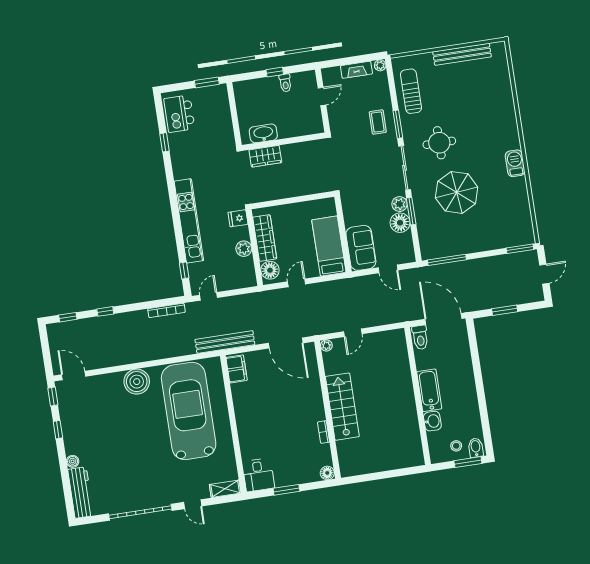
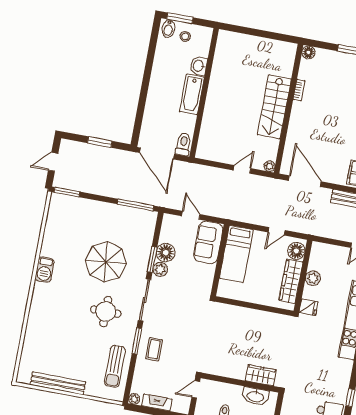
washbasin: (263, 133) -> (256, 396), moved
wall: (284, 142) -> (240, 383), moved
wardrobe: (265, 156) -> (261, 375), moved

